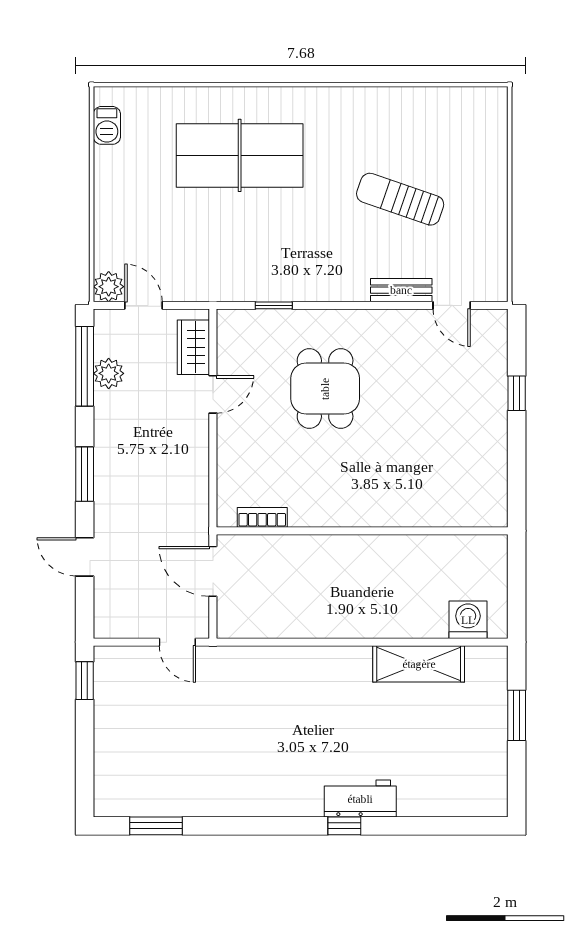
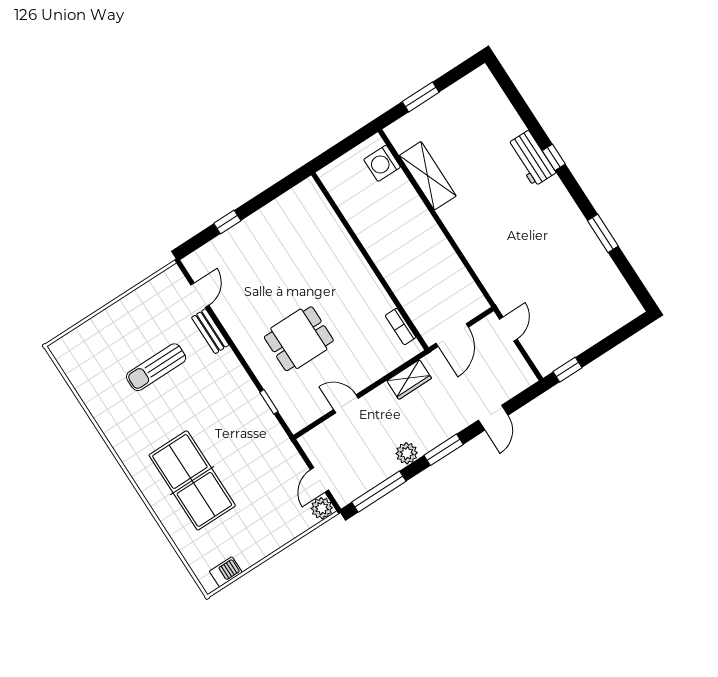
sun lounger: (400, 199) -> (156, 367), turned 71
wardrobe: (193, 347) -> (409, 379), moved
plant: (109, 373) -> (407, 453), moved
window: (156, 826) -> (603, 233), moved

